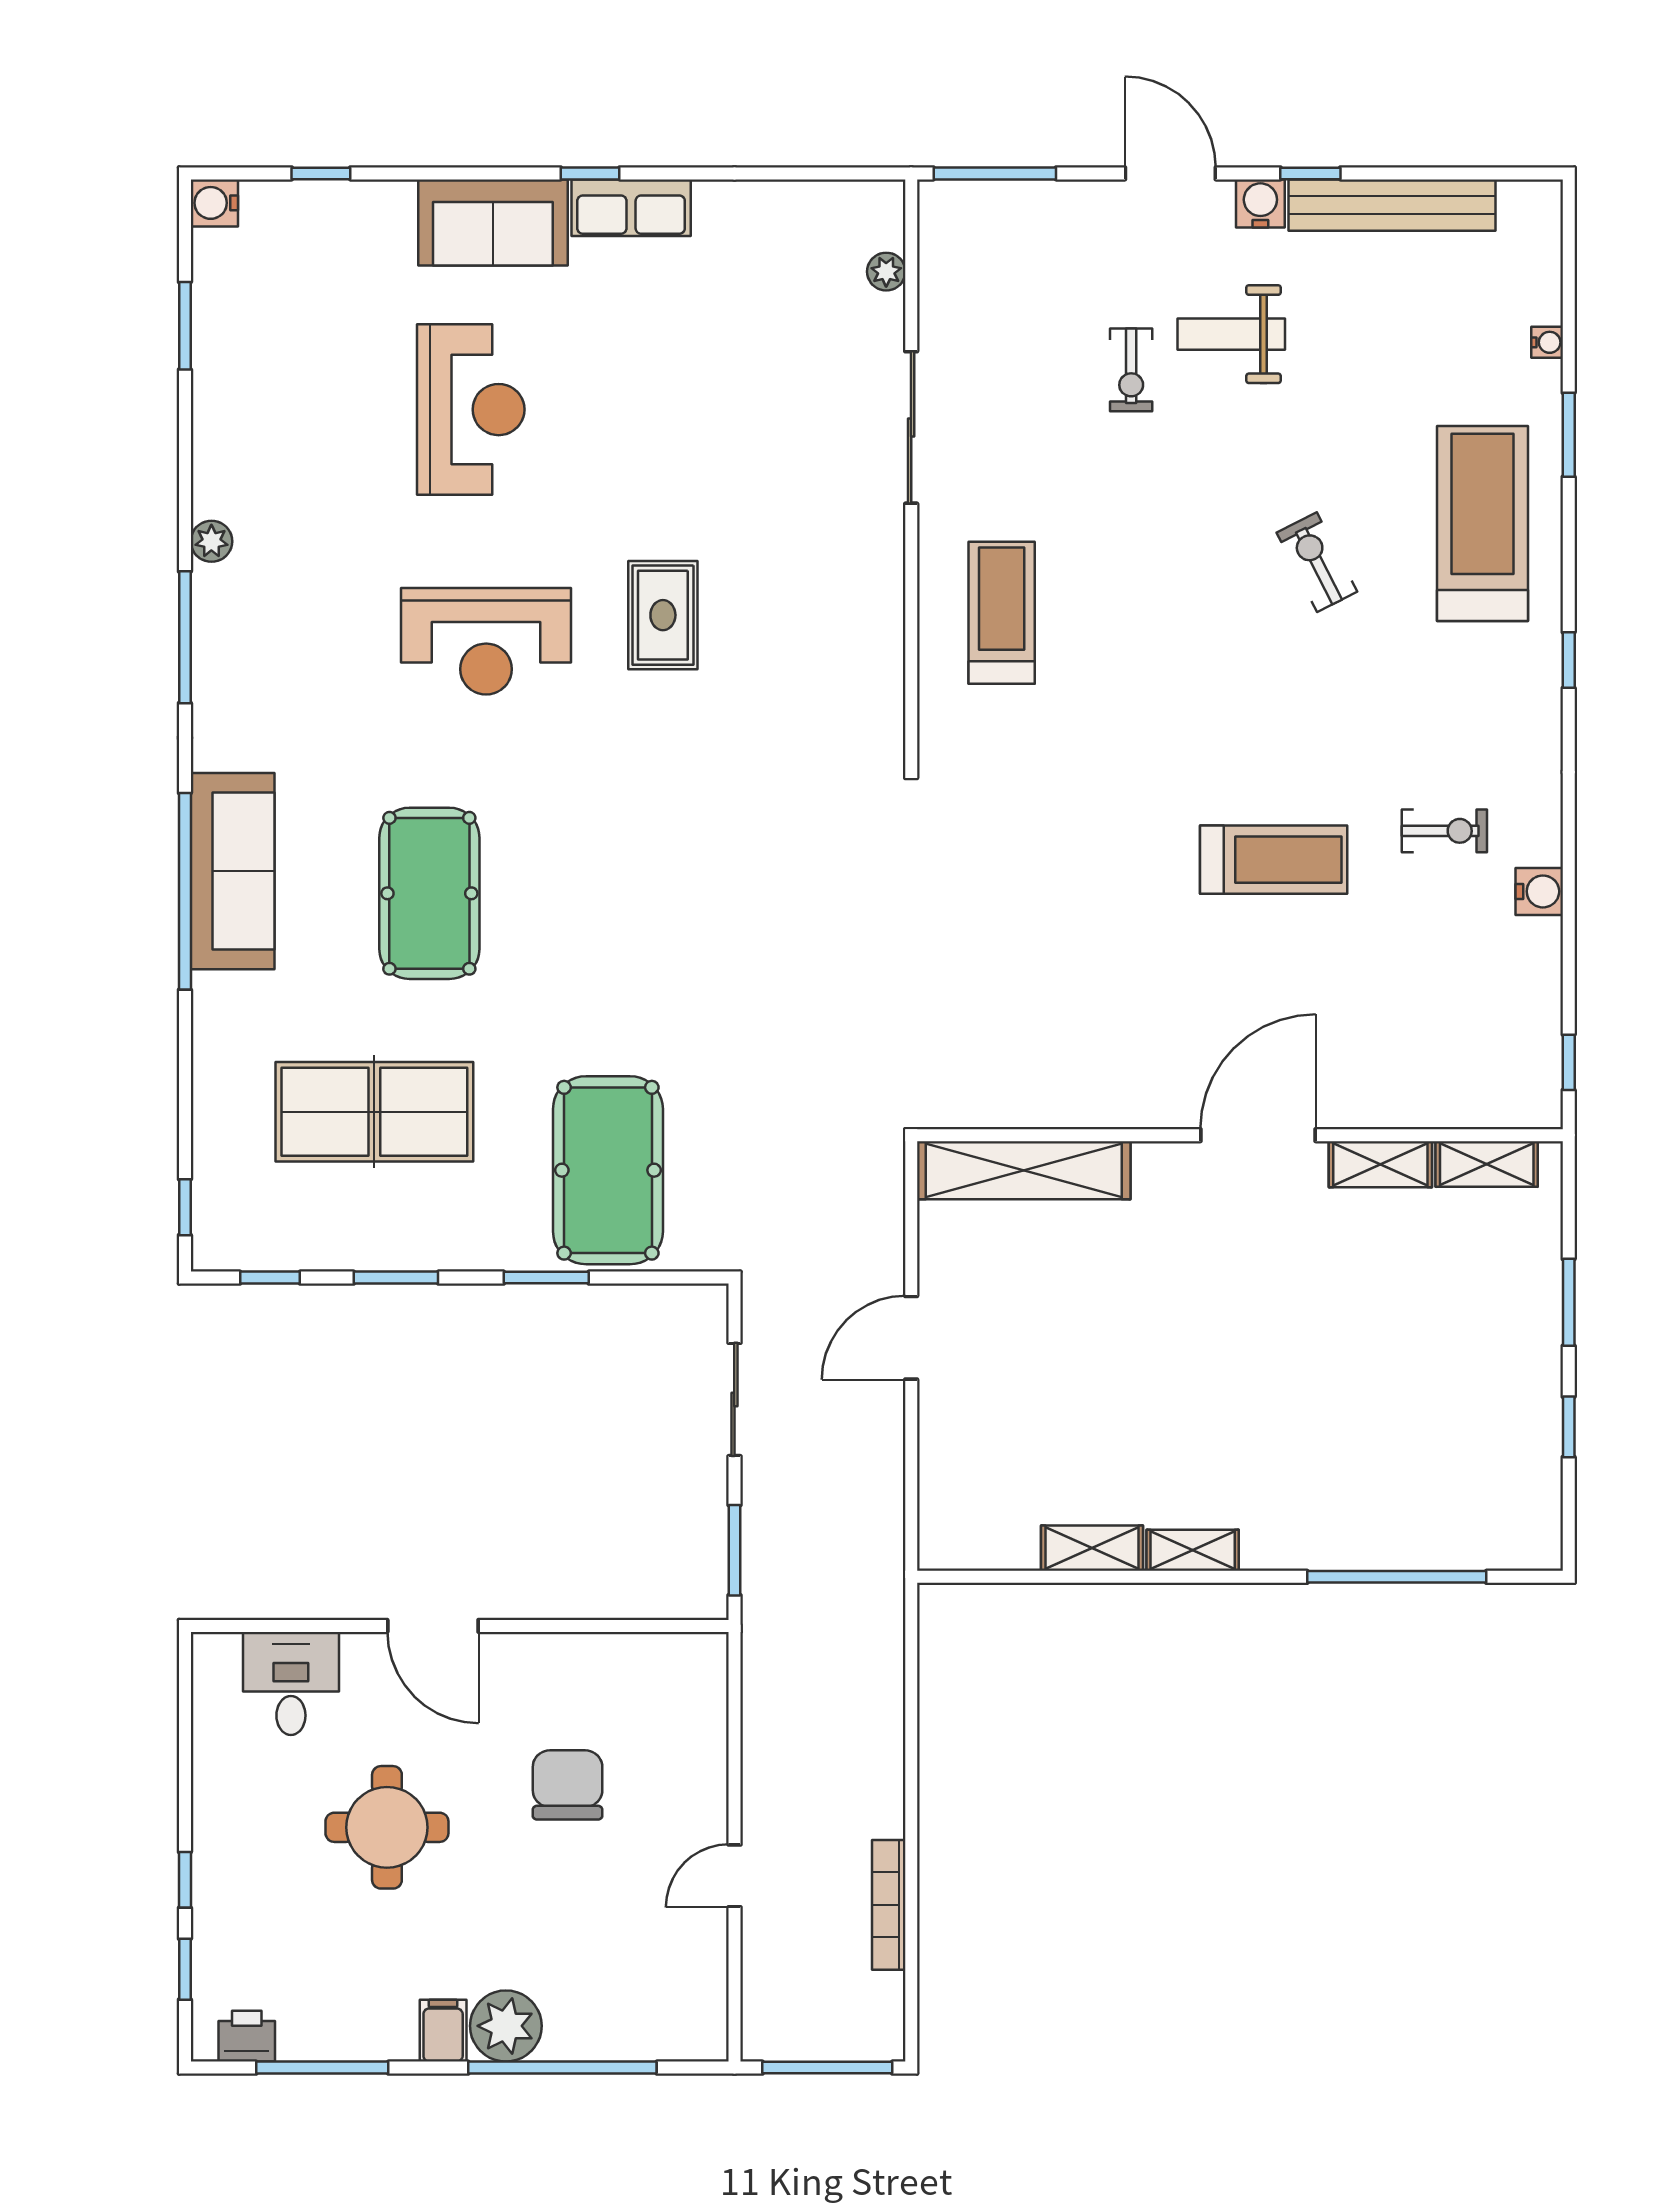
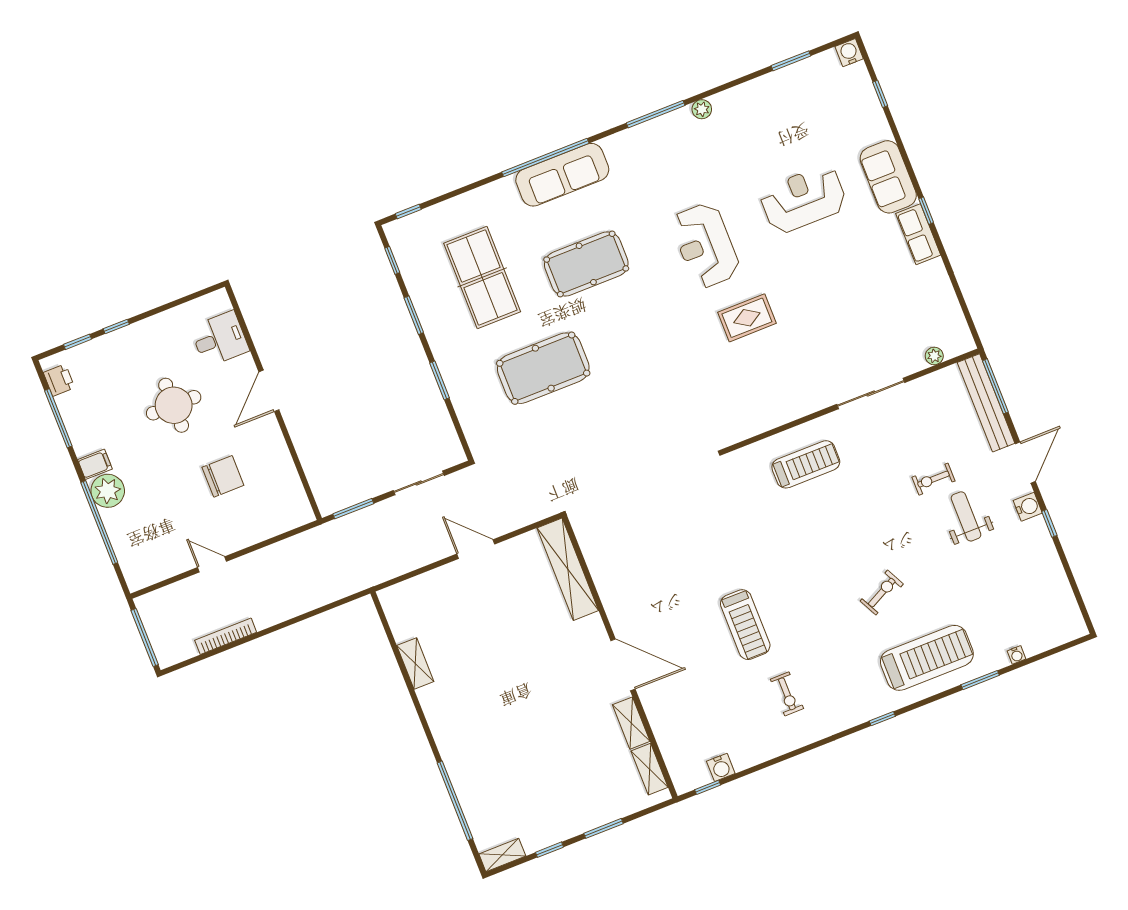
bench: (1392, 205) -> (986, 403), moved
reception desk: (471, 410) -> (803, 199), turned 180
water cooler: (1539, 891) -> (721, 767), moved
pool table: (608, 1170) -> (543, 368), moved
shelving: (1193, 1550) -> (502, 855), moved, turned 90

